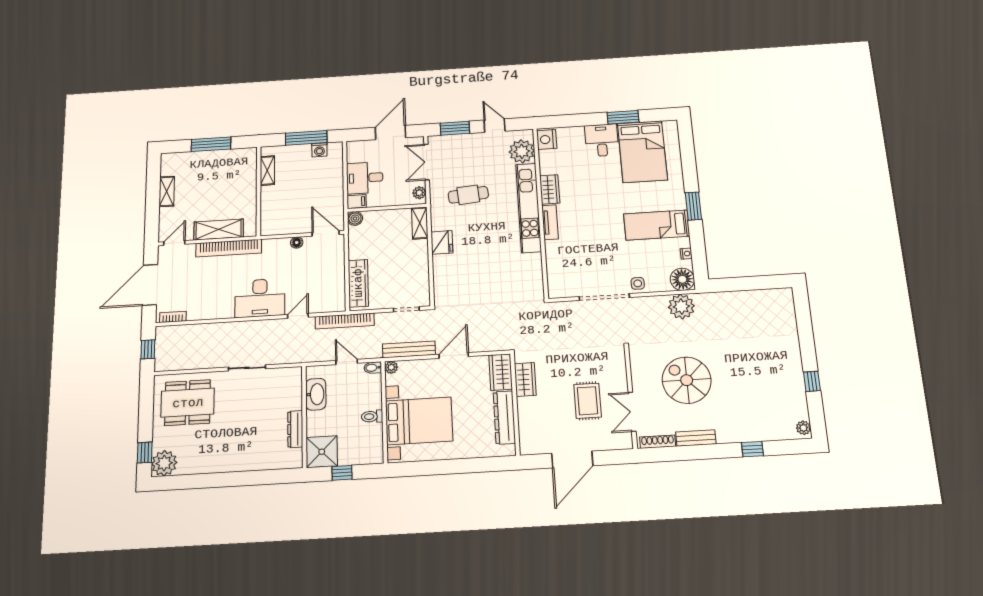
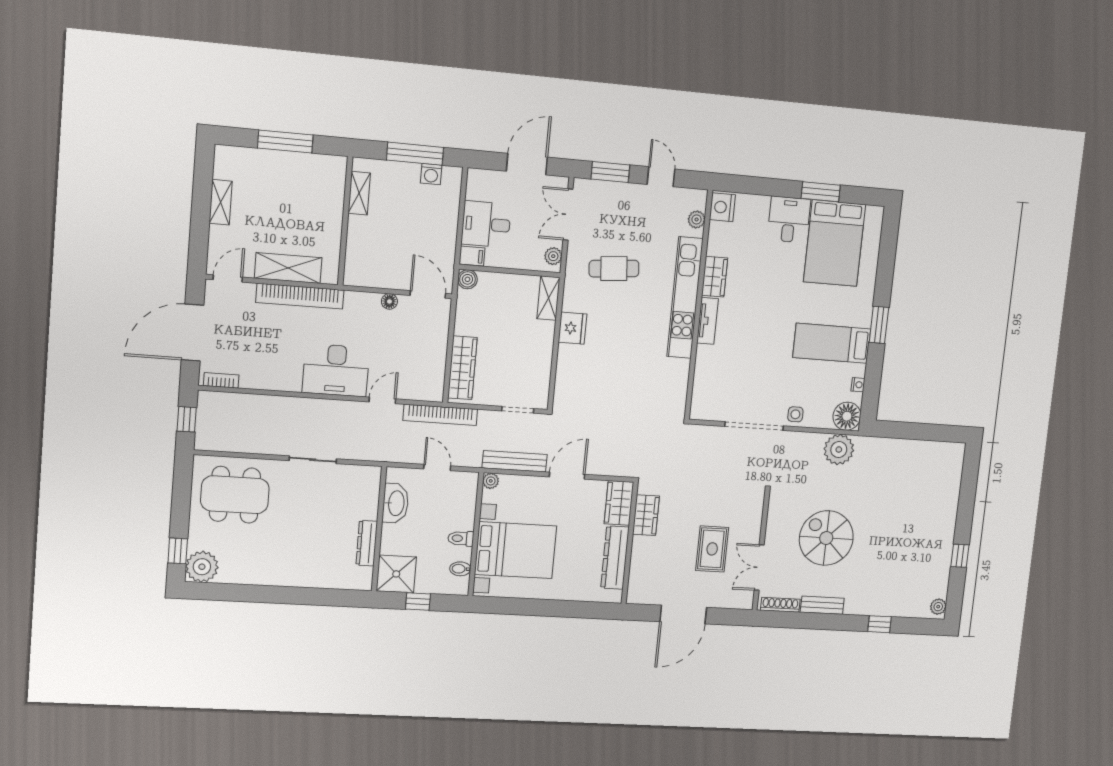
plant: (522, 151) -> (697, 219), width x0.53, depth x0.53
bidet: (373, 368) -> (460, 569), moved

